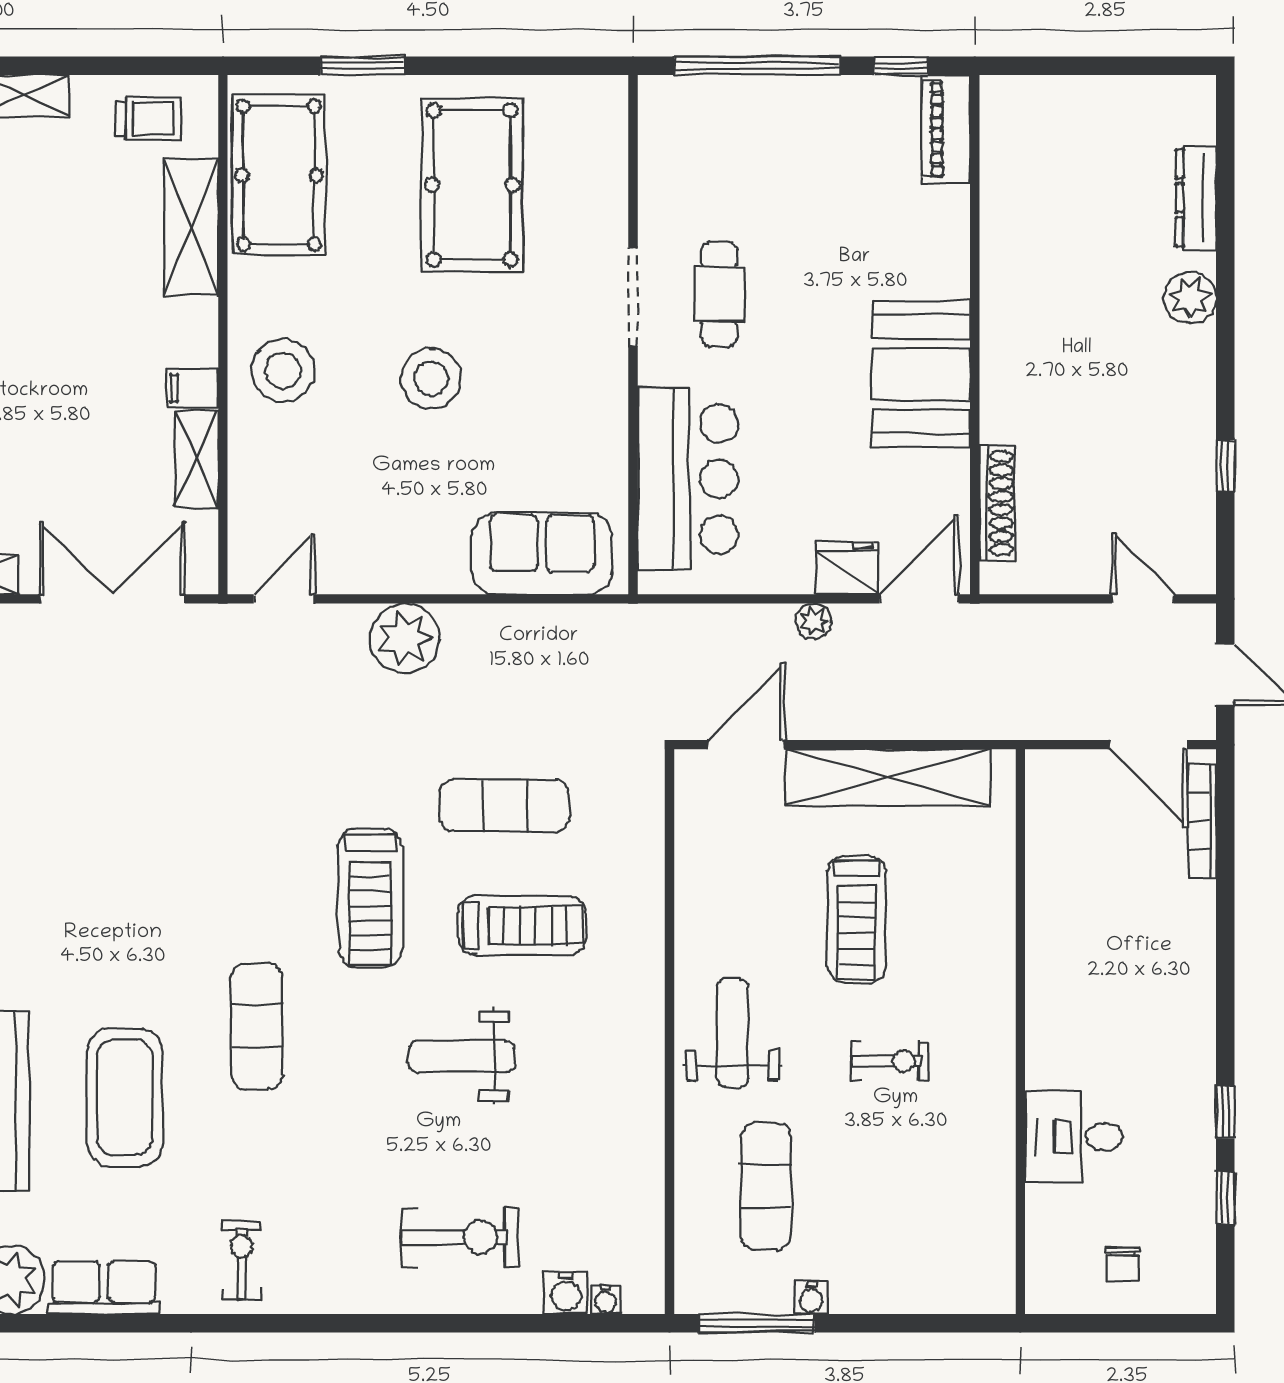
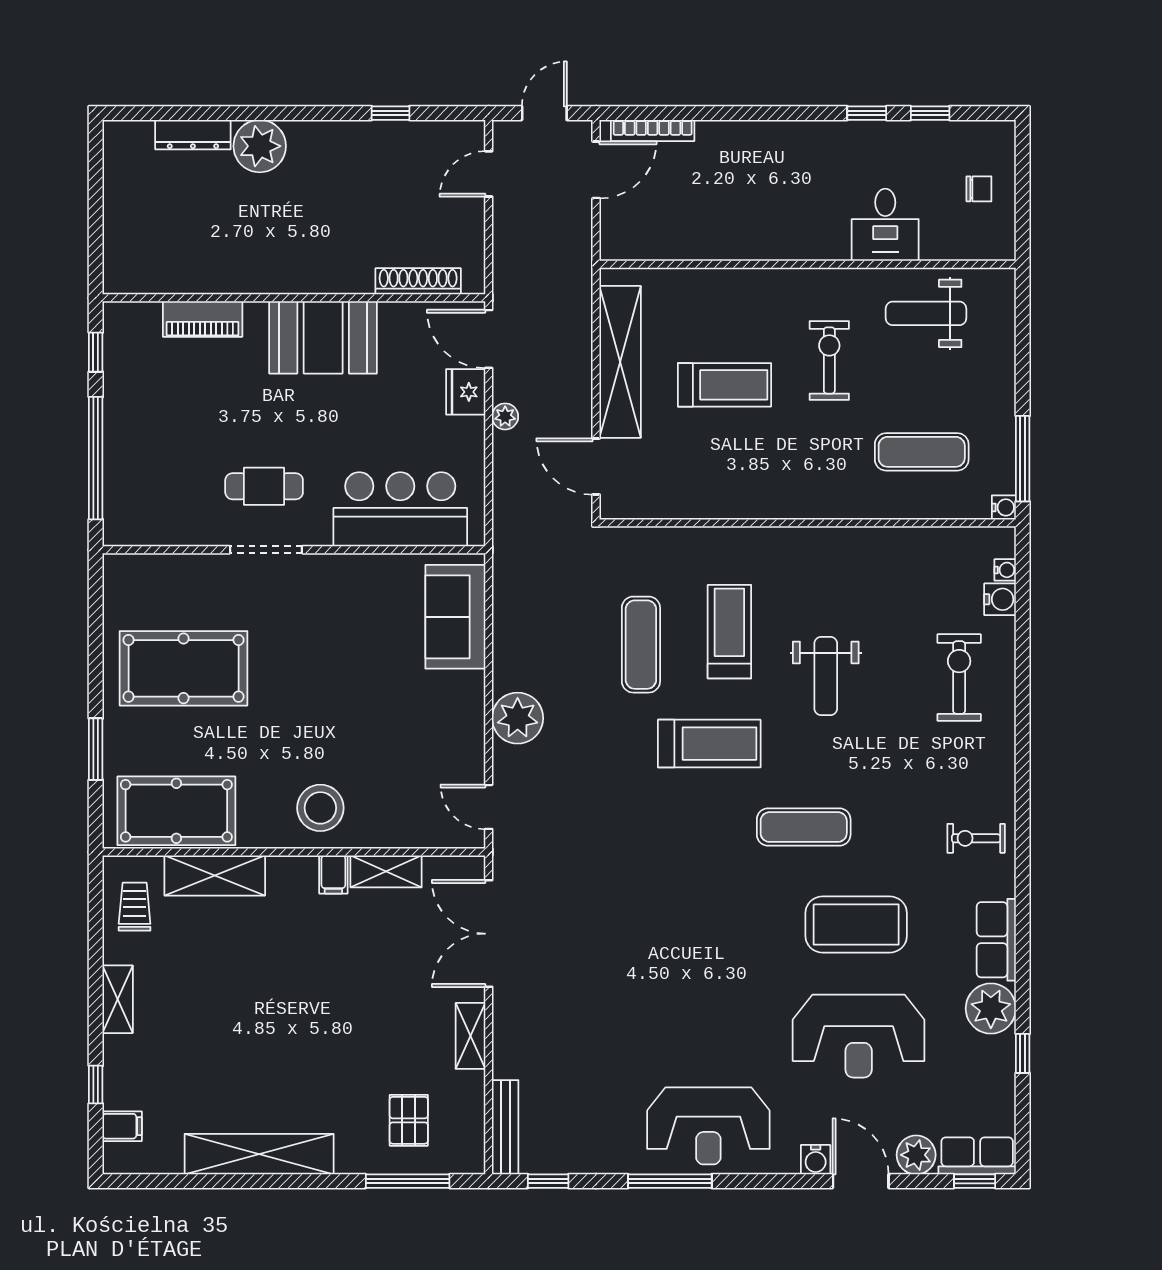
piano: (946, 129) -> (203, 319), moved
plant: (1190, 298) -> (260, 146), width x1.36, depth x1.36
stool: (431, 378) -> (326, 699), removed
weight bench: (732, 1033) -> (926, 313), moved
exercise bike: (890, 1061) -> (829, 360), width x1.38, depth x1.39
water cooler: (811, 1298) -> (1004, 507), moved

